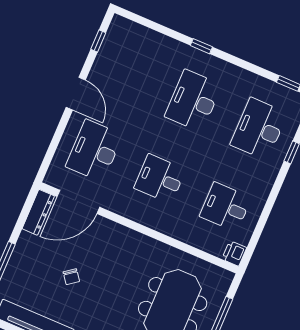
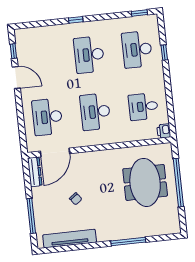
door: (76, 94) -> (16, 78), moved
desk: (160, 179) -> (95, 112), width x1.37

